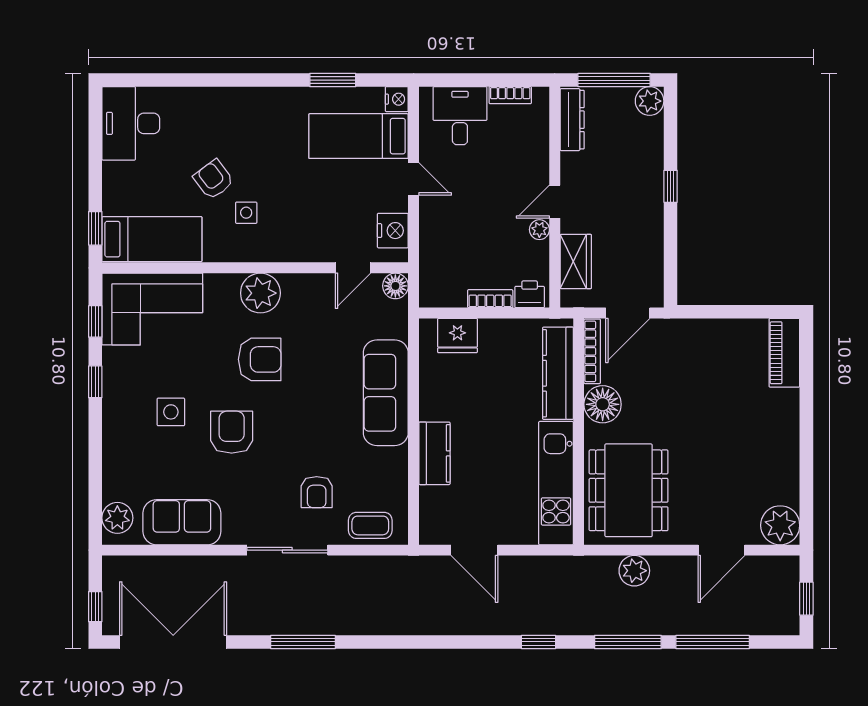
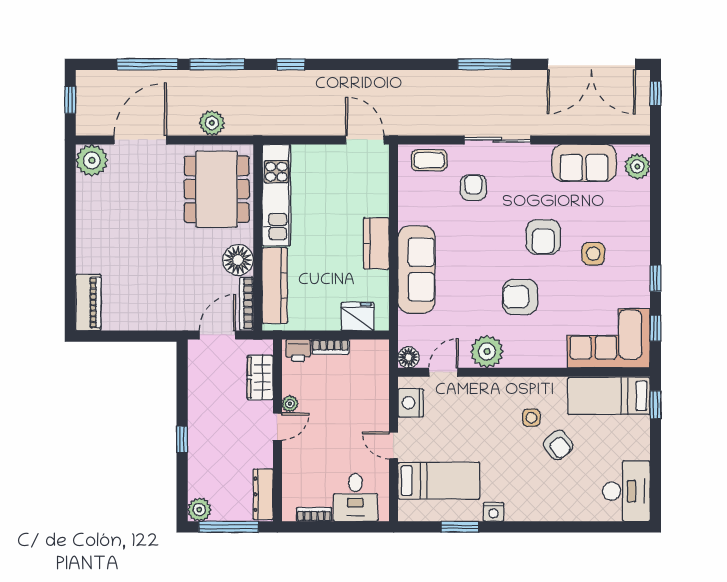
nightstand: (397, 99) -> (493, 512), moved, turned -90
plant: (260, 293) -> (487, 352), moved
kitchen counter: (434, 453) -> (376, 243), moved
door: (474, 550) -> (365, 140), moved
door: (722, 550) -> (140, 140), width x1.36

